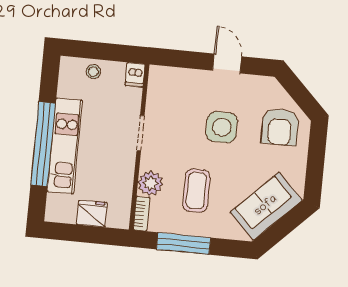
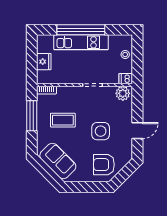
plant: (150, 183) -> (123, 93), moved

